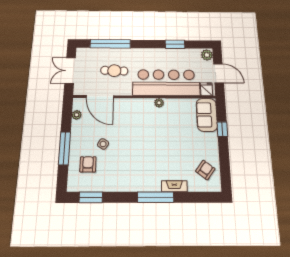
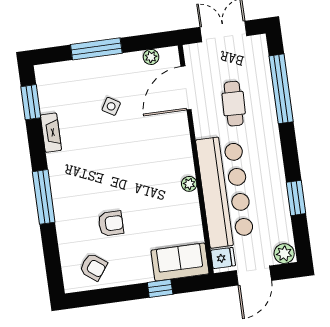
armchair: (88, 164) -> (111, 223), moved
fireplace: (174, 186) -> (51, 133), moved

